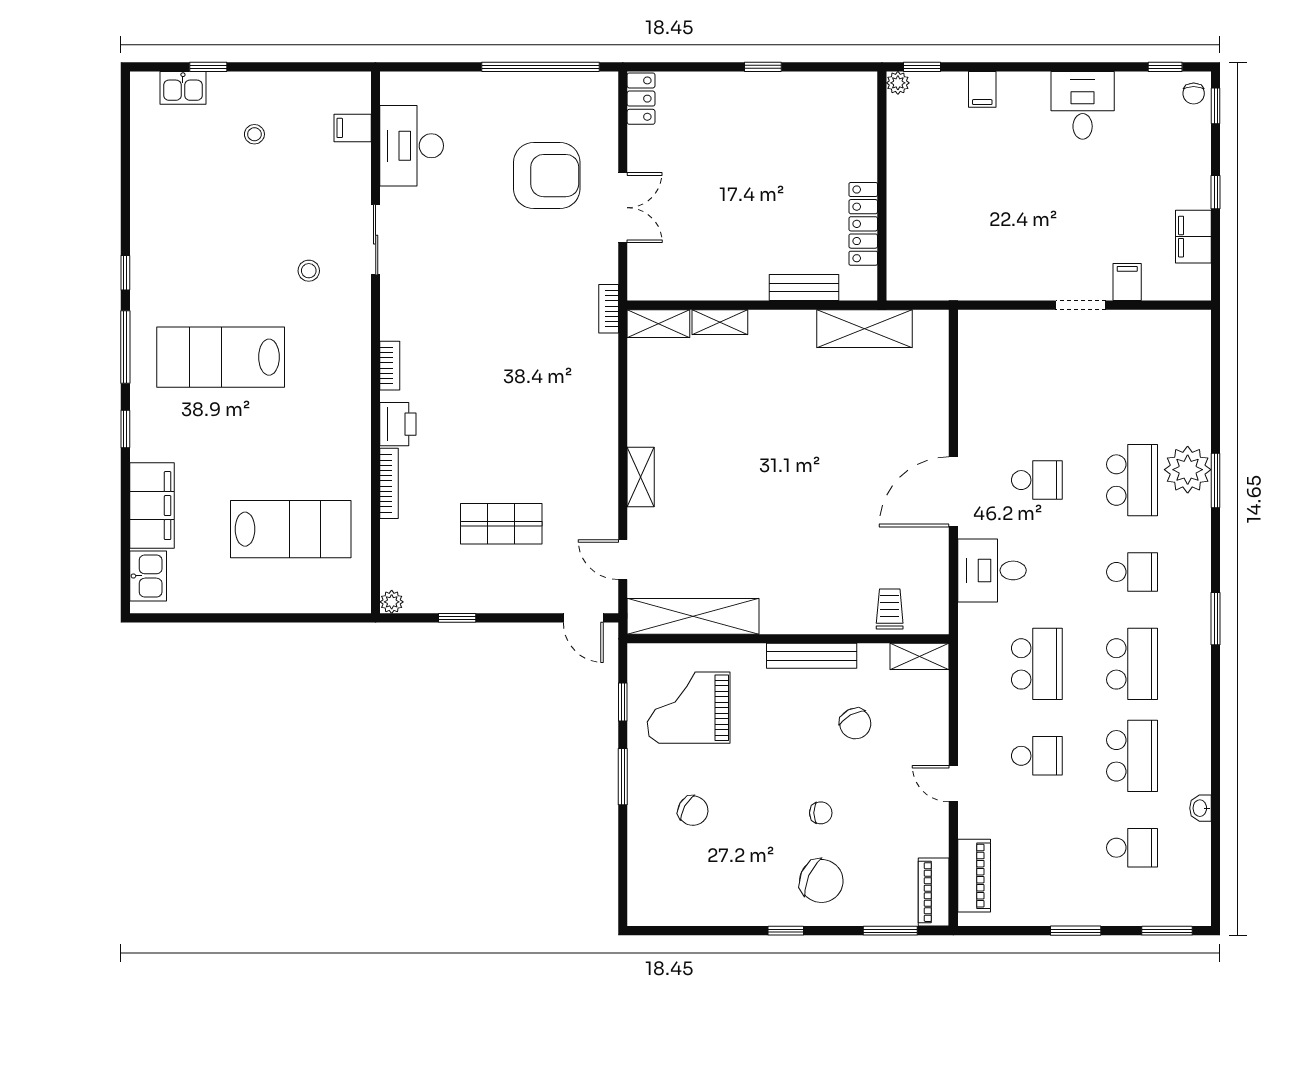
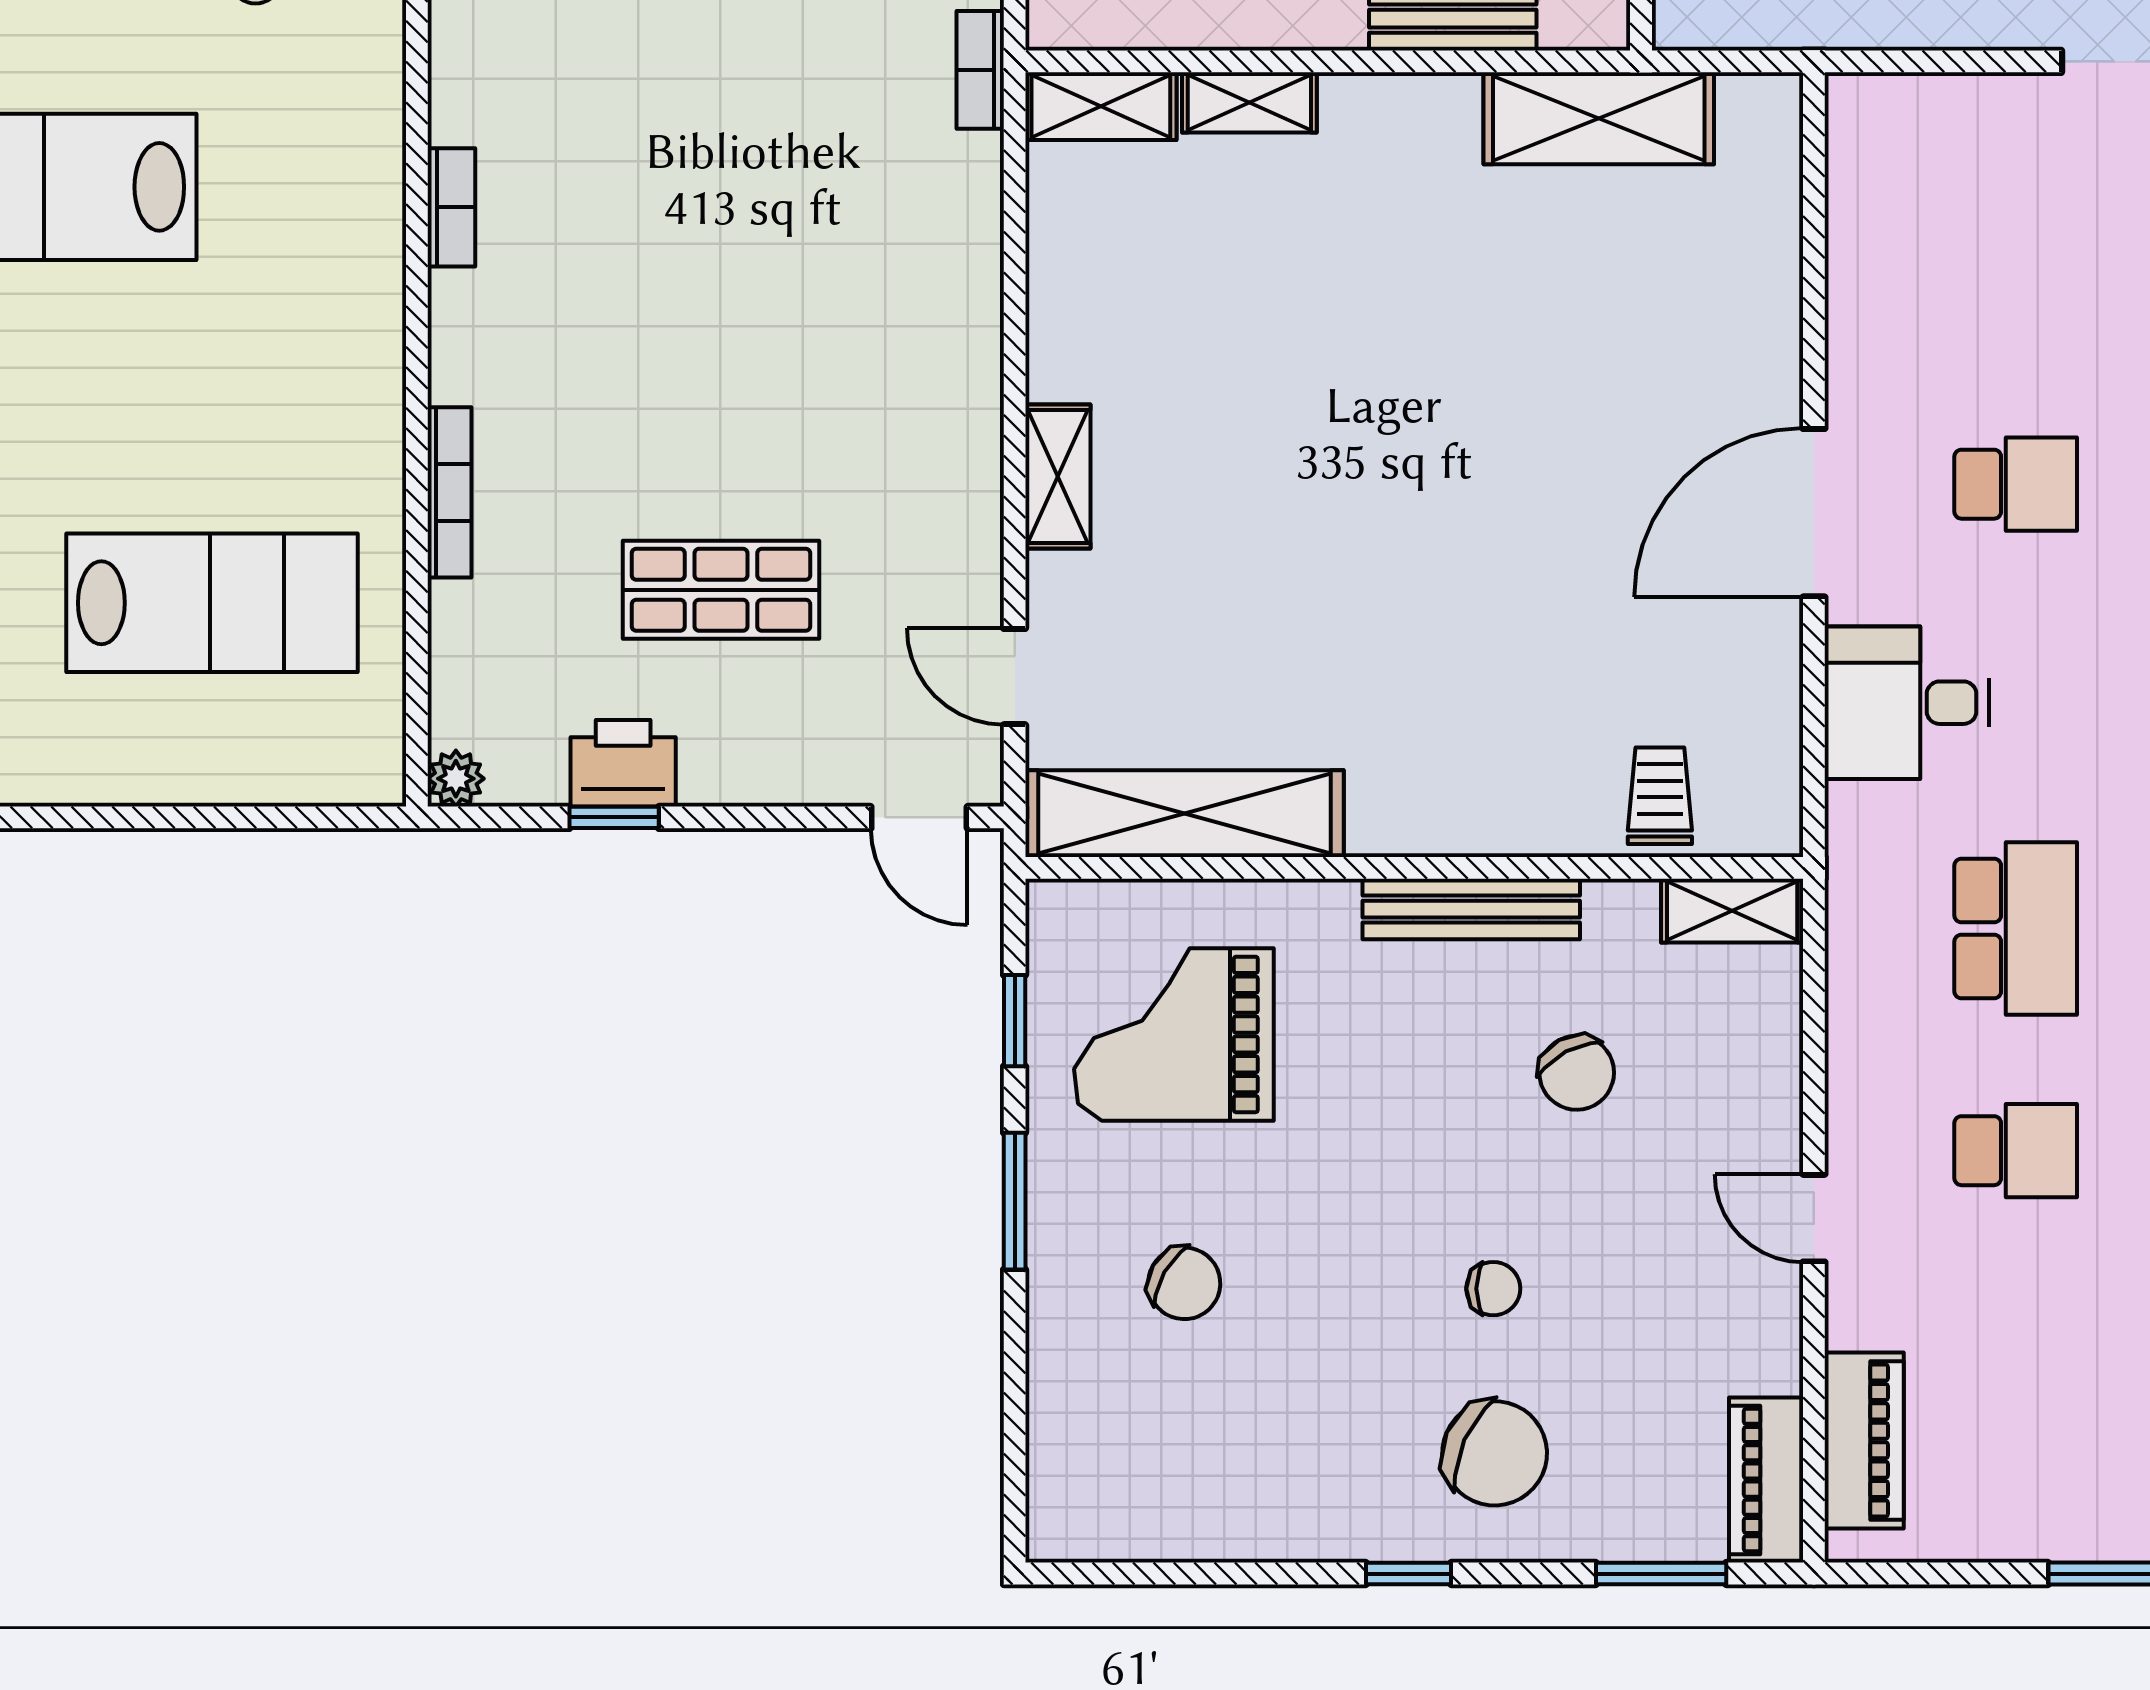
printer: (398, 424) -> (623, 763), moved, turned -90

